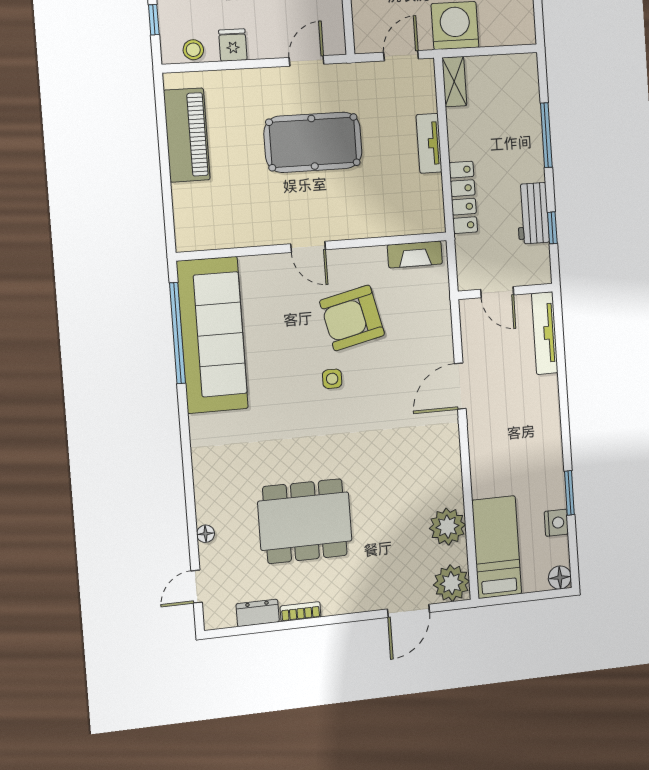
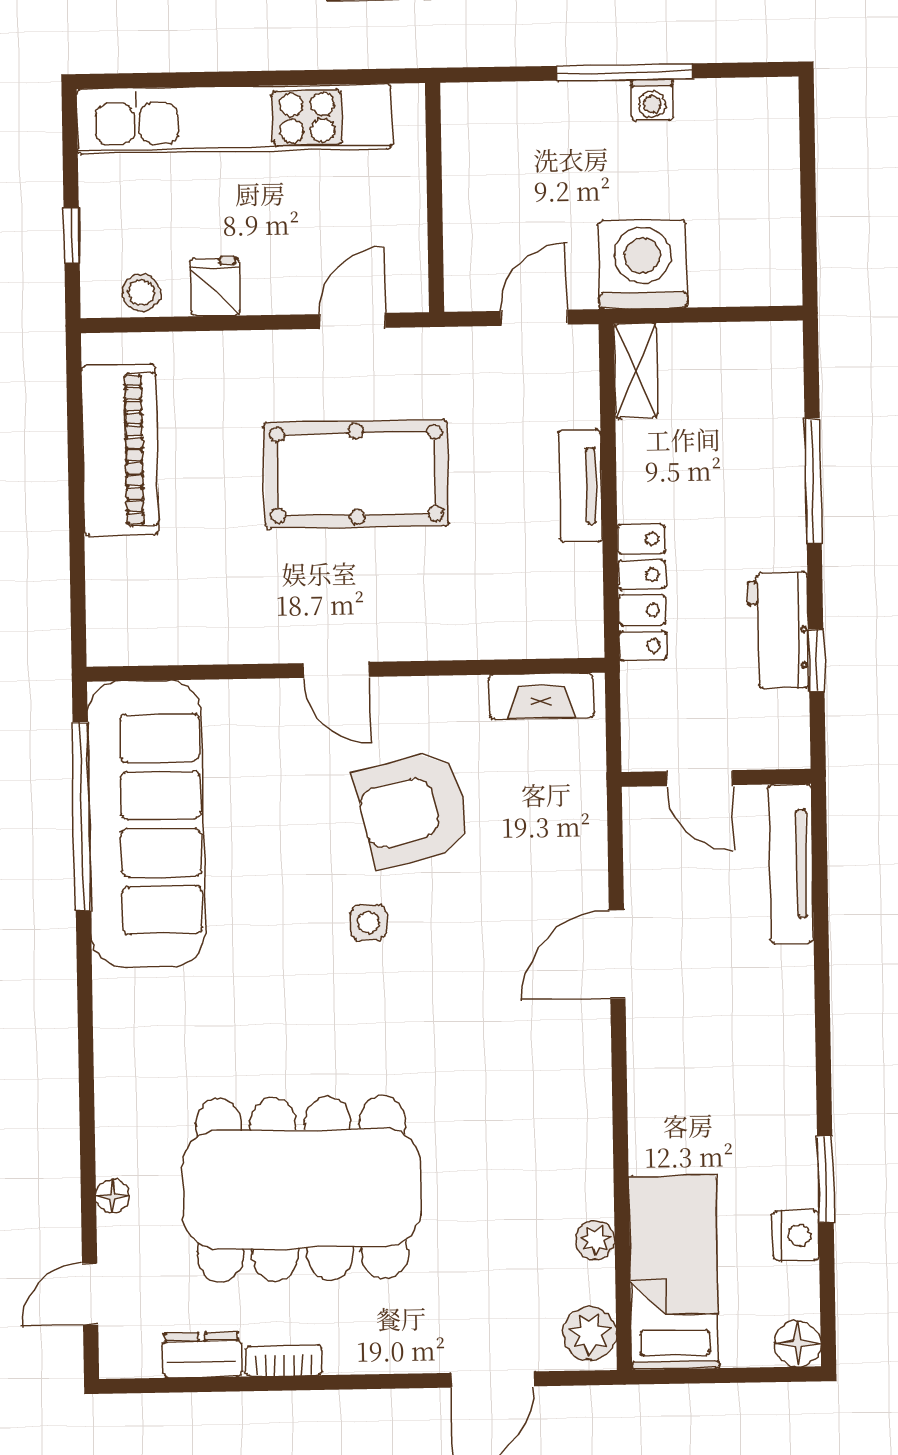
dining table: (305, 521) -> (302, 1189), width x1.36, depth x1.24
plant: (447, 527) -> (595, 1240), width x0.53, depth x0.53
plant: (451, 583) -> (590, 1334), width x0.73, depth x0.73

